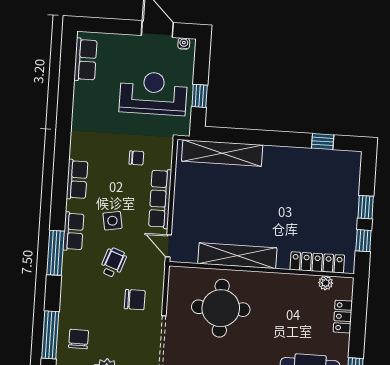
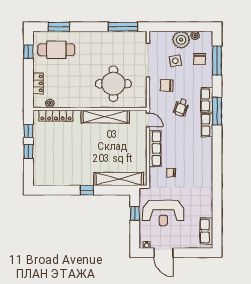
window: (323, 141) -> (87, 190), moved
row of seats: (77, 179) -> (207, 100), moved
side table: (112, 221) -> (175, 61), moved

